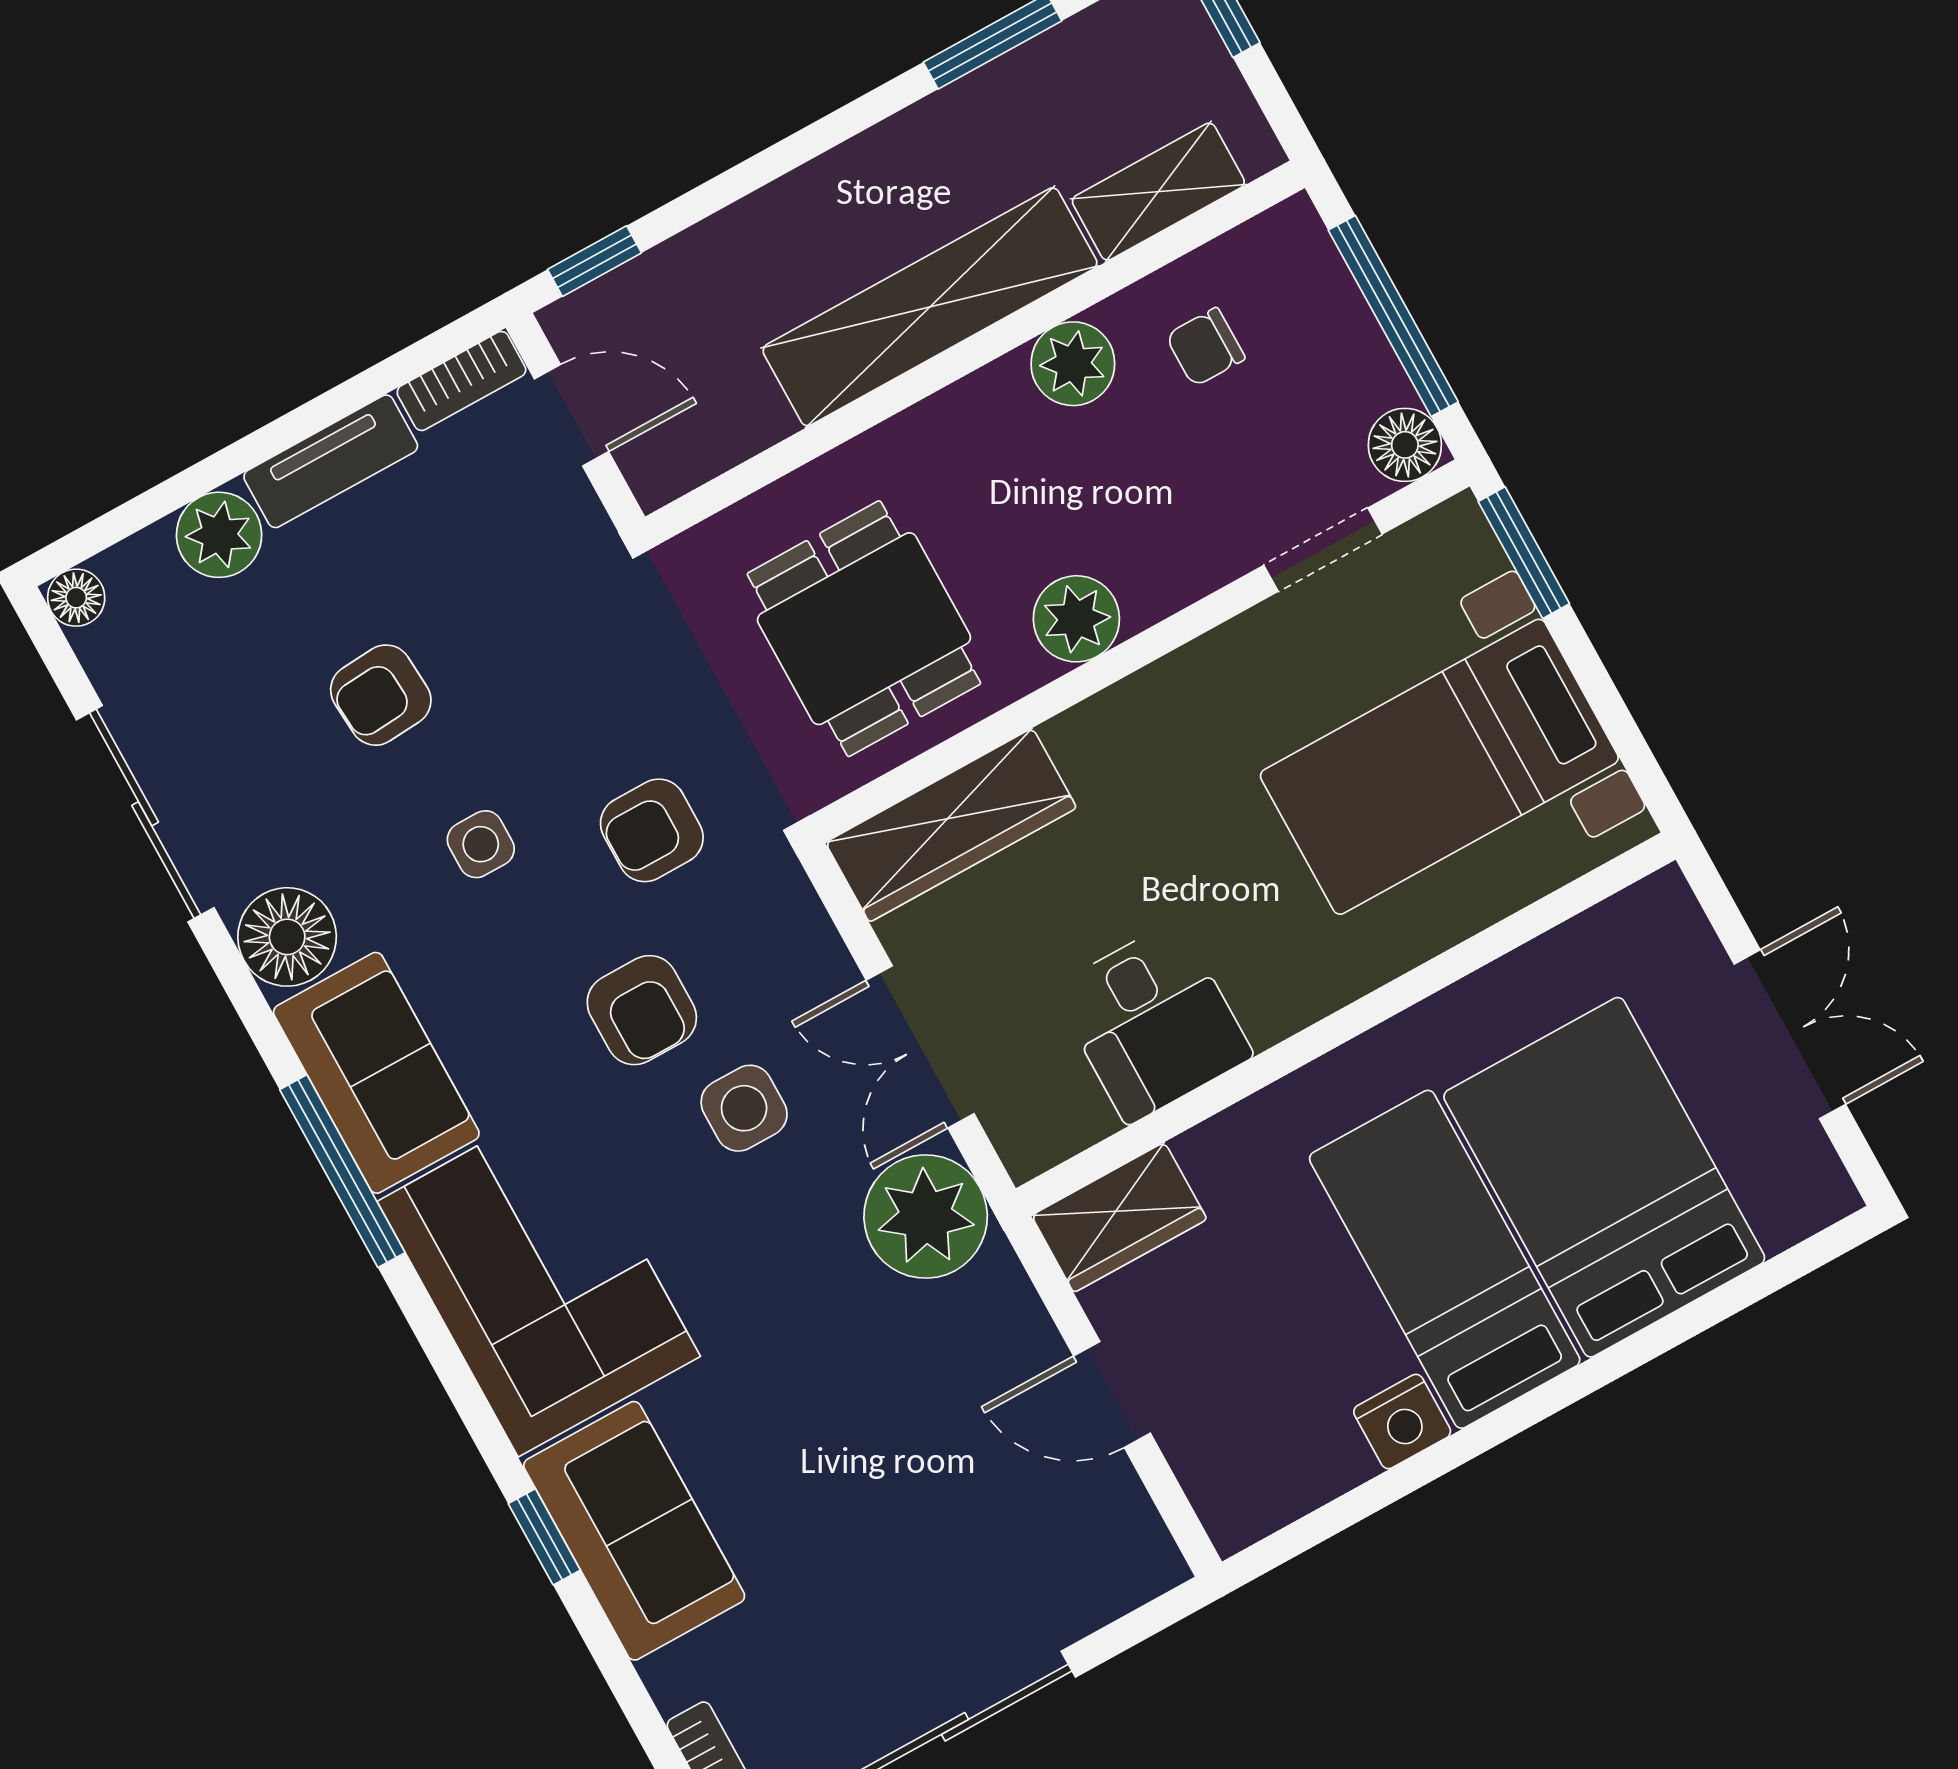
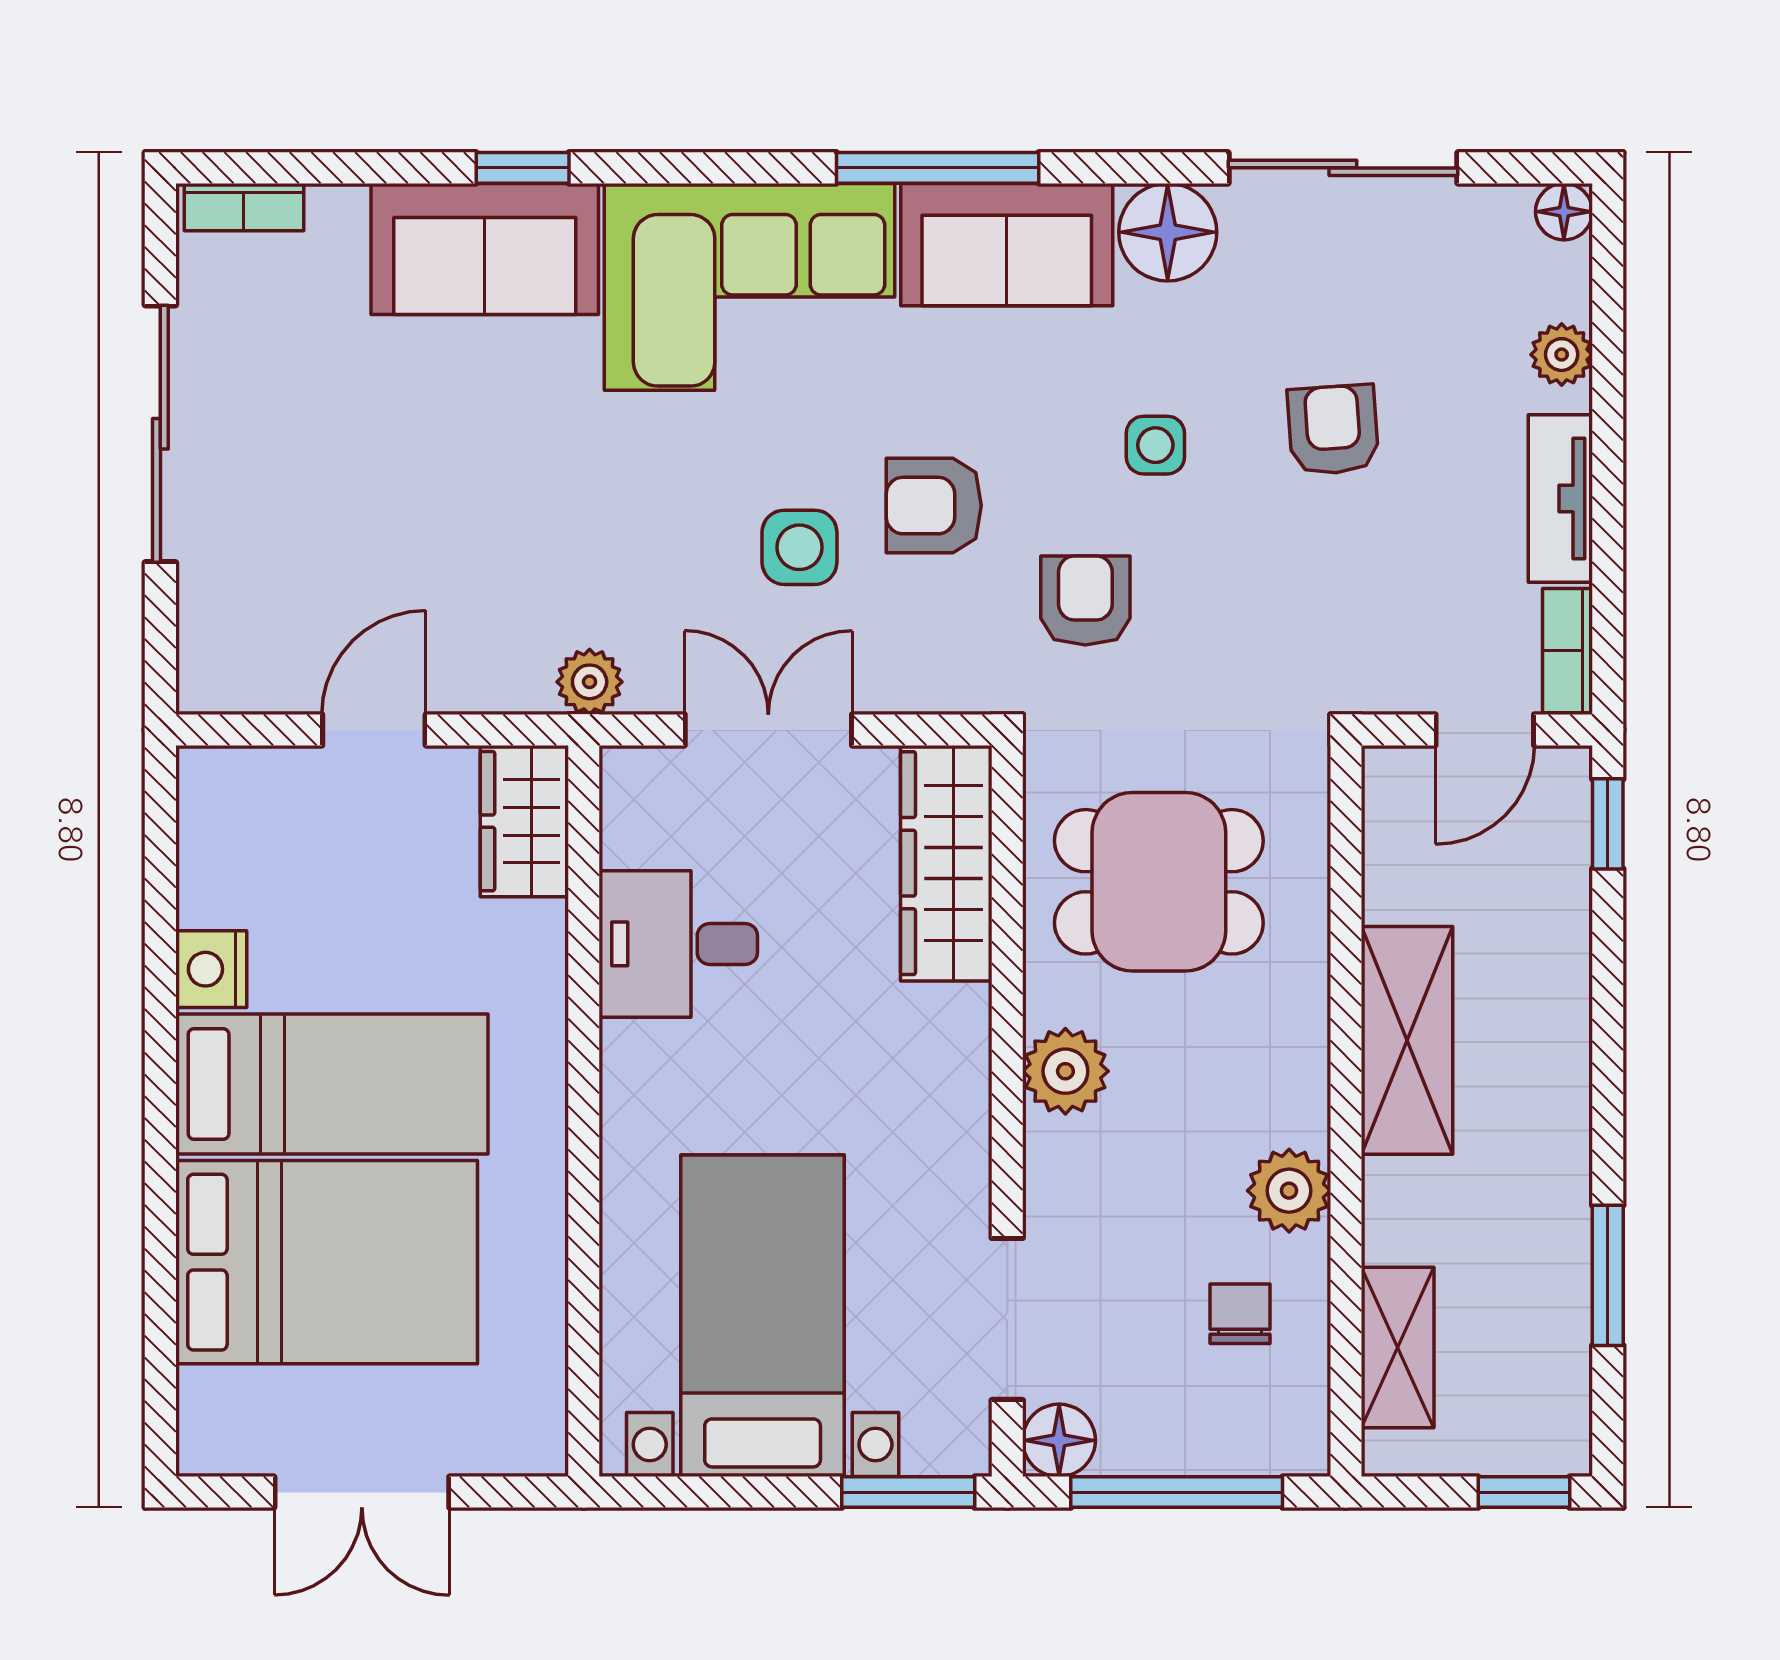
shelving: (930, 307) -> (1407, 1040), width x0.68
plant: (219, 535) -> (1562, 355), width x0.73, depth x0.73
doorway: (1323, 550) -> (1007, 1319), width x1.38
plant: (926, 1216) -> (590, 682), width x0.53, depth x0.53

